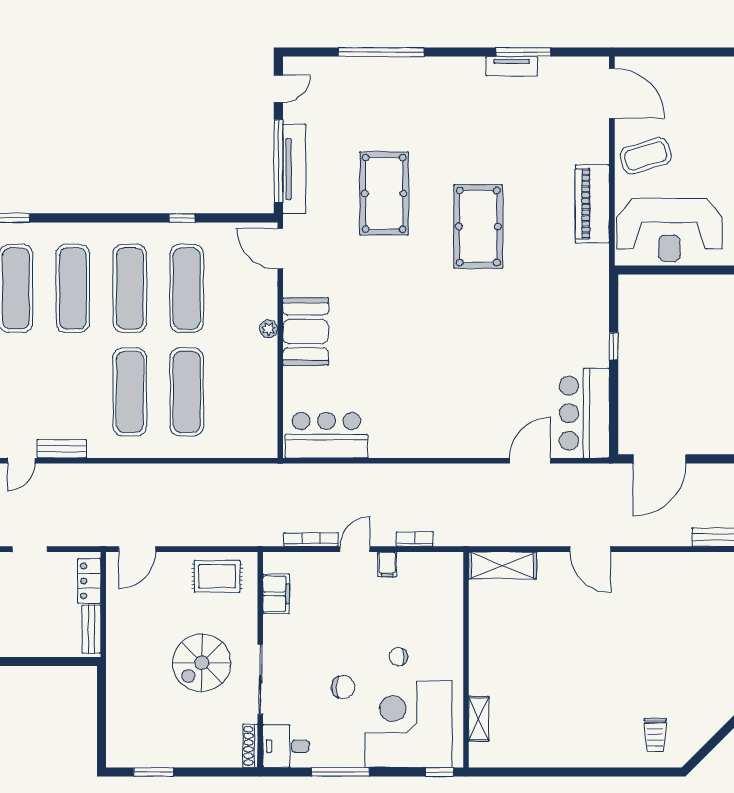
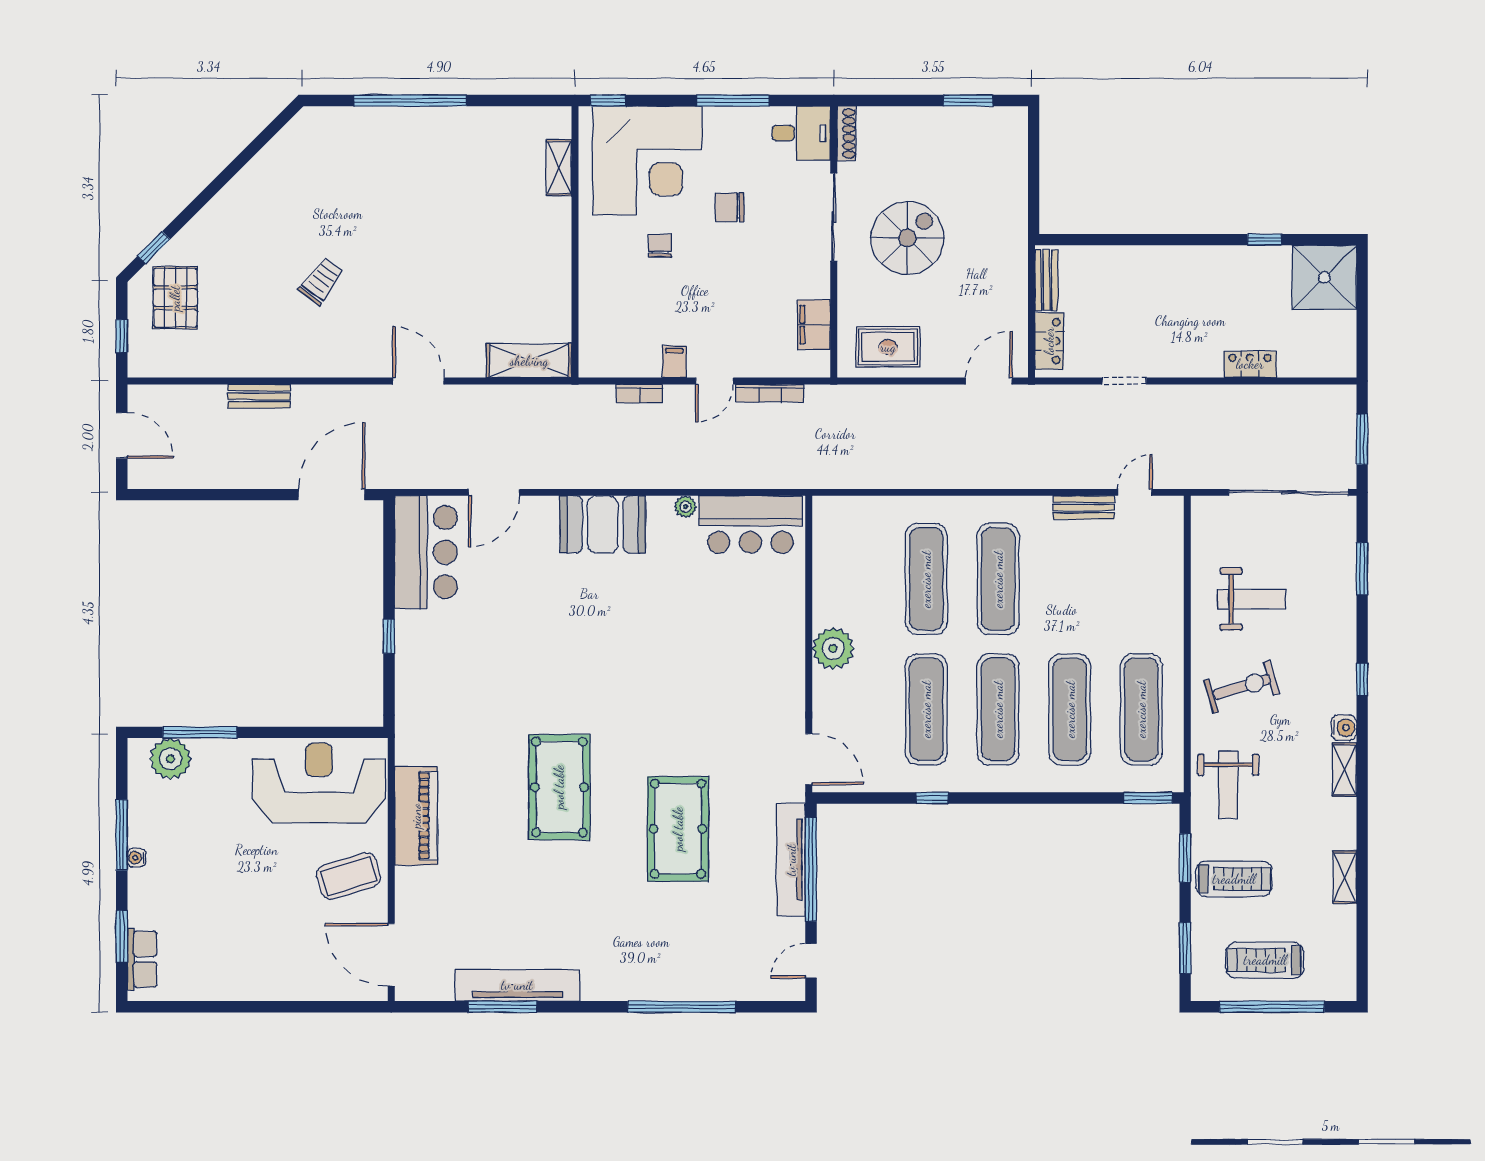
tv unit: (512, 66) -> (517, 985), width x1.92, depth x1.29
plant: (269, 329) -> (833, 649), width x1.88, depth x1.88
booth: (306, 331) -> (603, 524), moved, turned 90
plant: (378, 449) -> (685, 507), added
chair: (398, 657) -> (660, 246), turned -90
trolley: (655, 735) -> (321, 281), moved, turned 37
window: (597, 772) -> (410, 100), added

